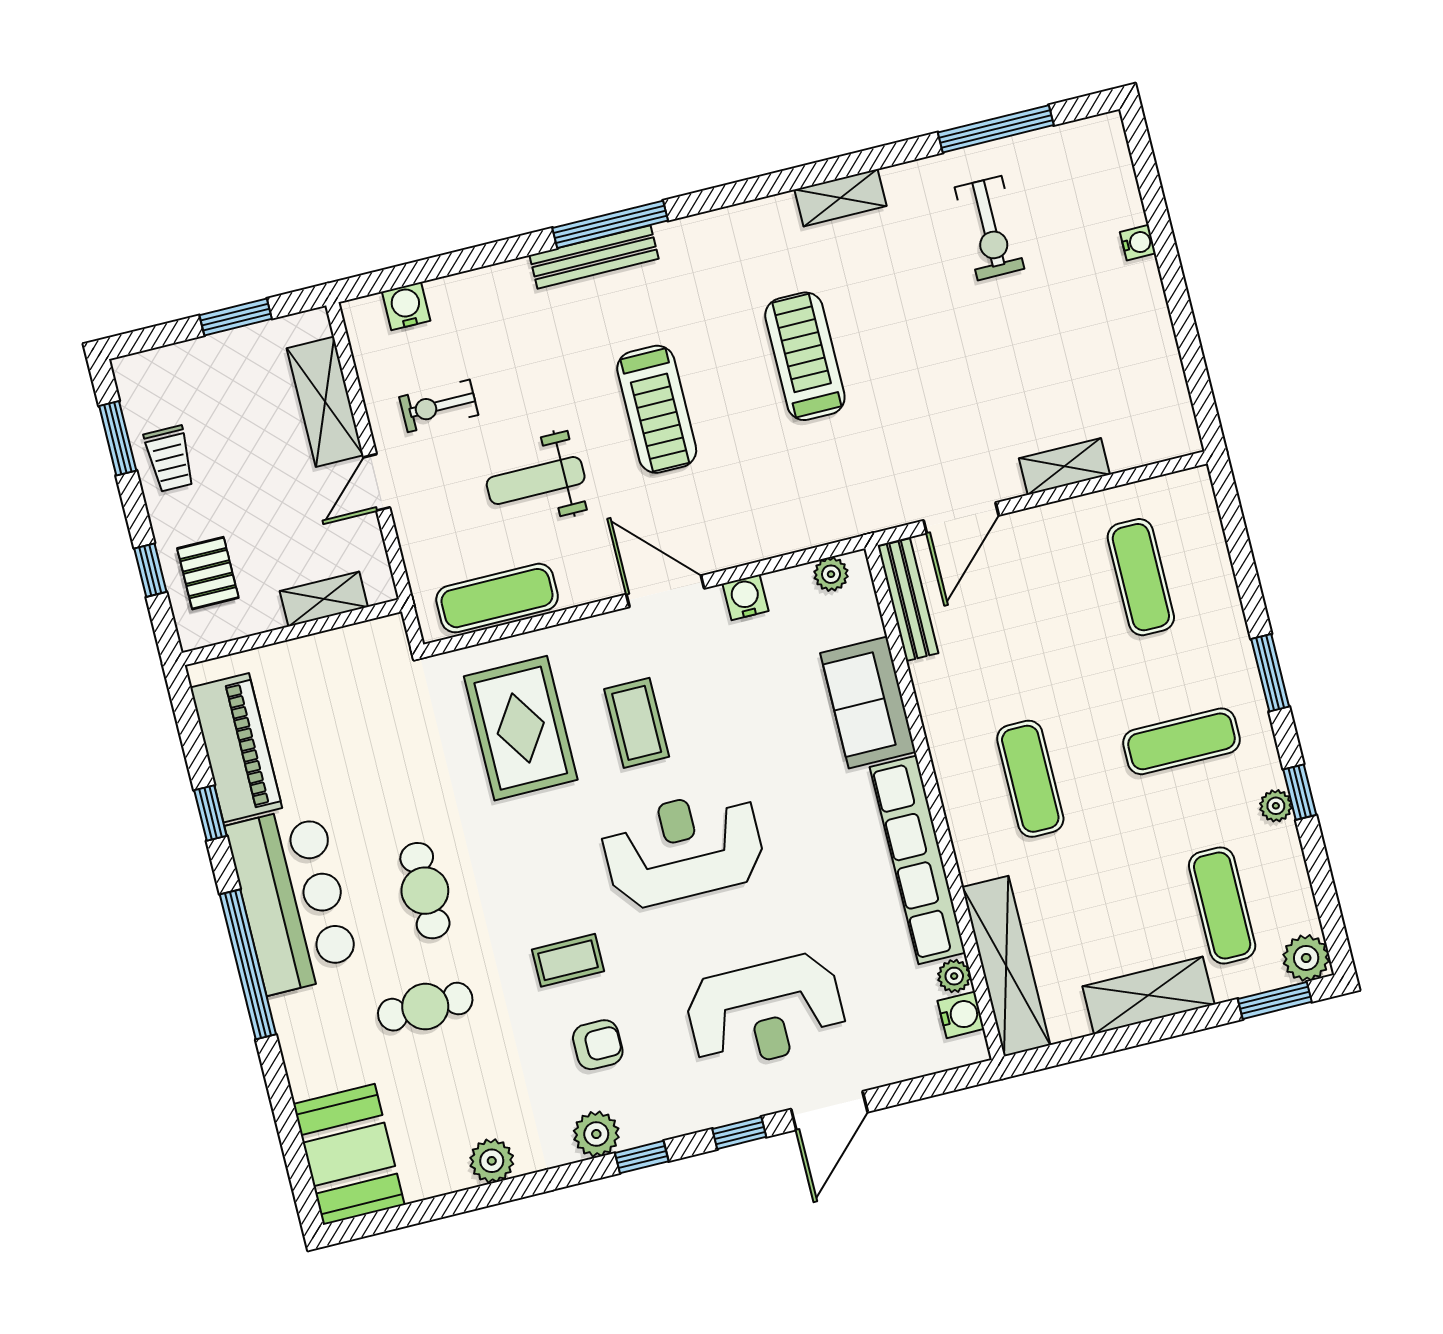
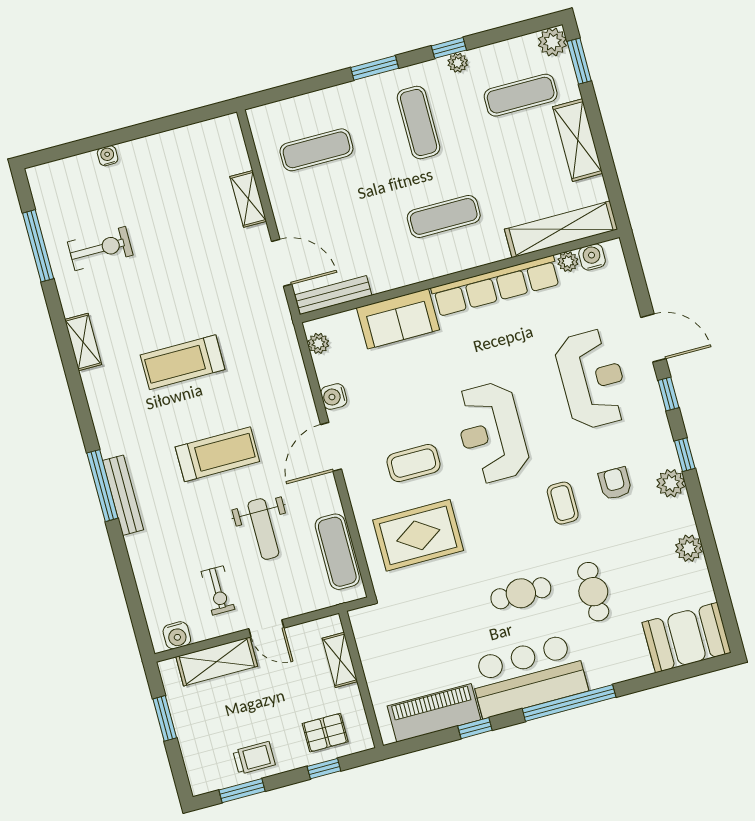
water cooler: (406, 306) -> (177, 635), moved, turned -90

